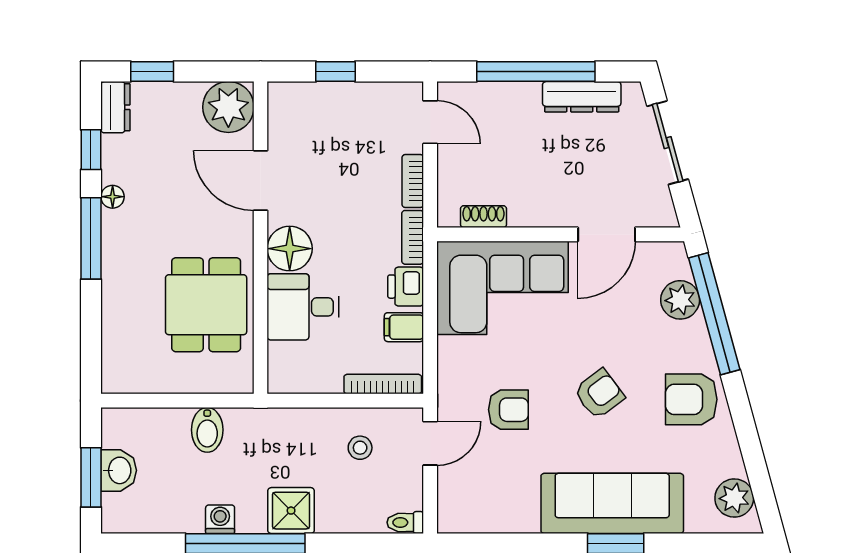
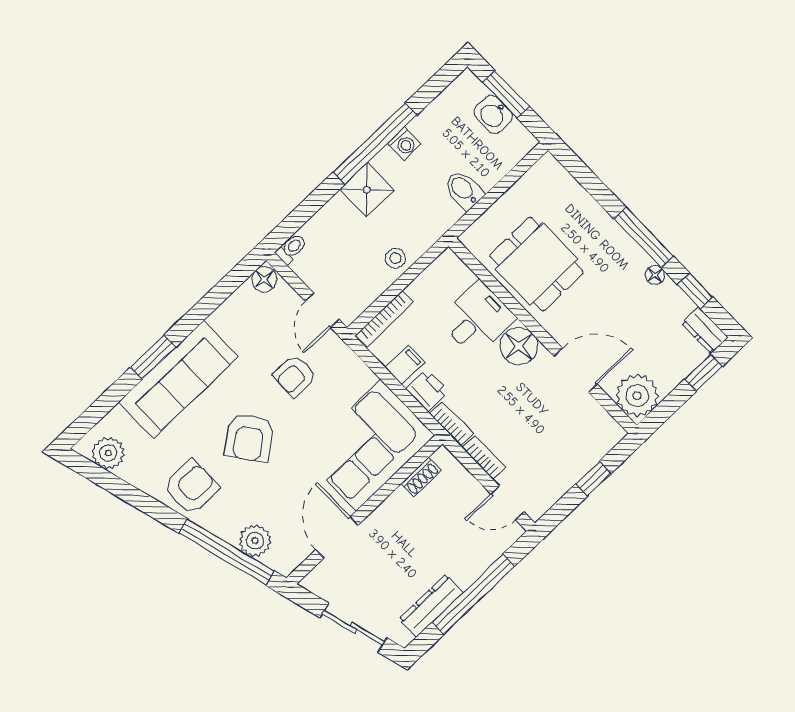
armchair: (599, 394) -> (249, 438), width x1.38, depth x1.38
stool: (360, 448) -> (395, 258), moved
floor lamp: (454, 519) -> (264, 279), added

